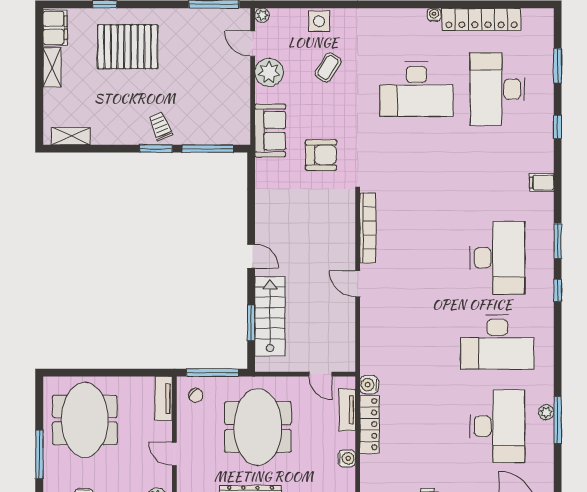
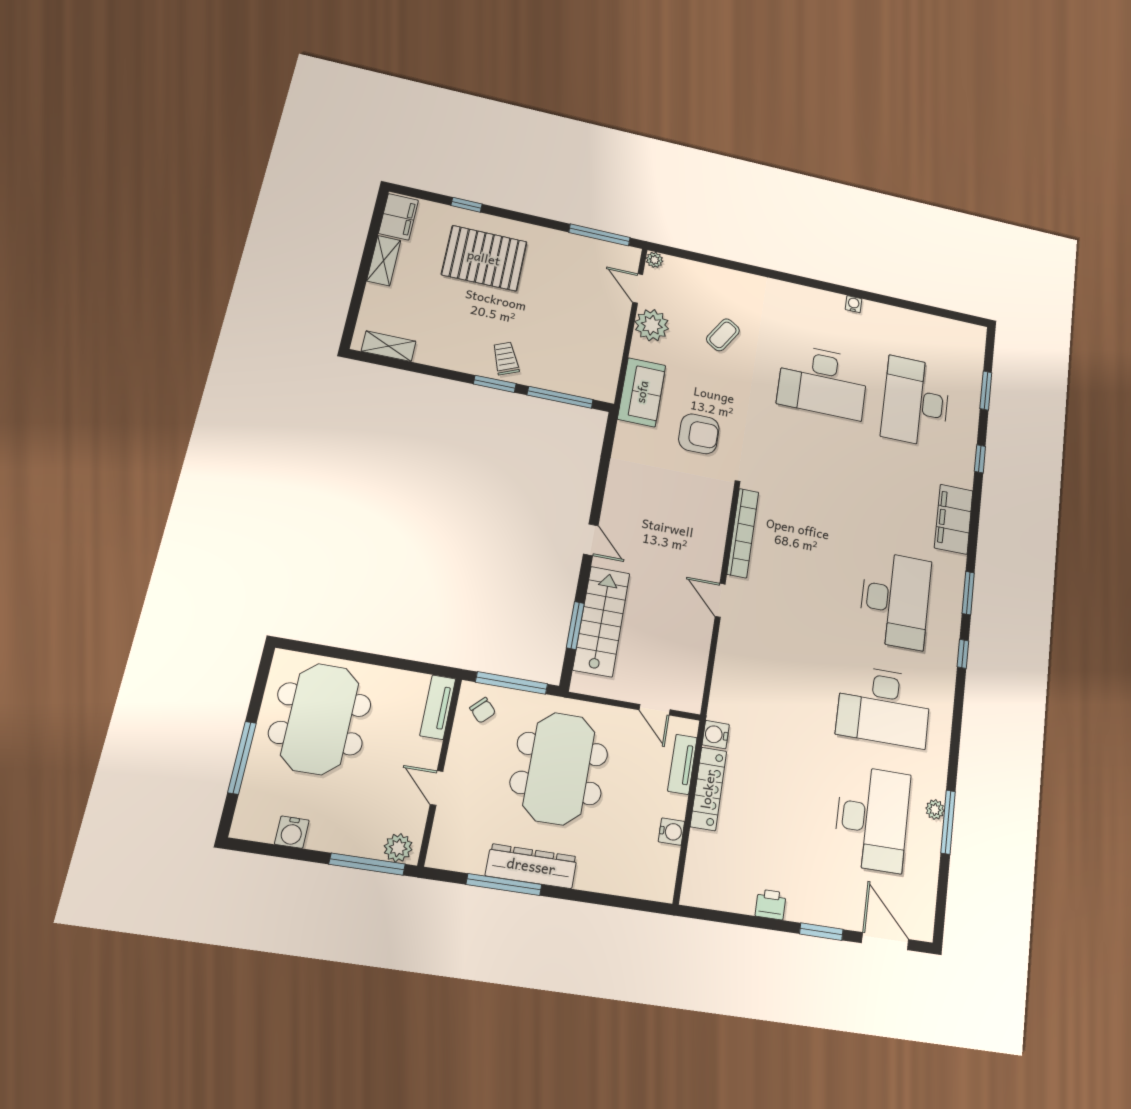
locker: (481, 19) -> (906, 321), removed
side table: (319, 21) -> (720, 281), removed
filing cabinet: (542, 183) -> (954, 519), width x3.00, depth x1.17

